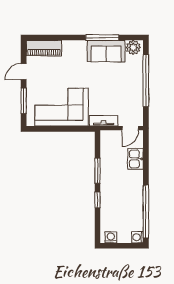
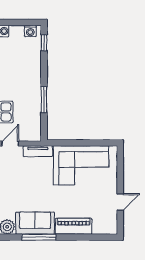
piano: (44, 48) -> (74, 226), moved
window: (24, 101) -> (120, 172), removed
window: (98, 200) -> (44, 43), moved

